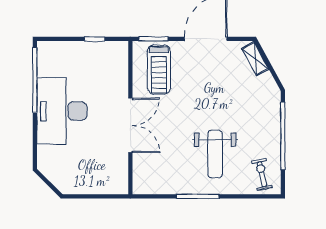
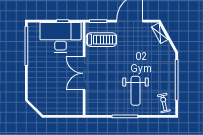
treadmill: (159, 69) -> (101, 40), turned -90
desk: (62, 111) -> (61, 37), moved, turned 90
double door: (130, 125) -> (84, 73), swing flipped

